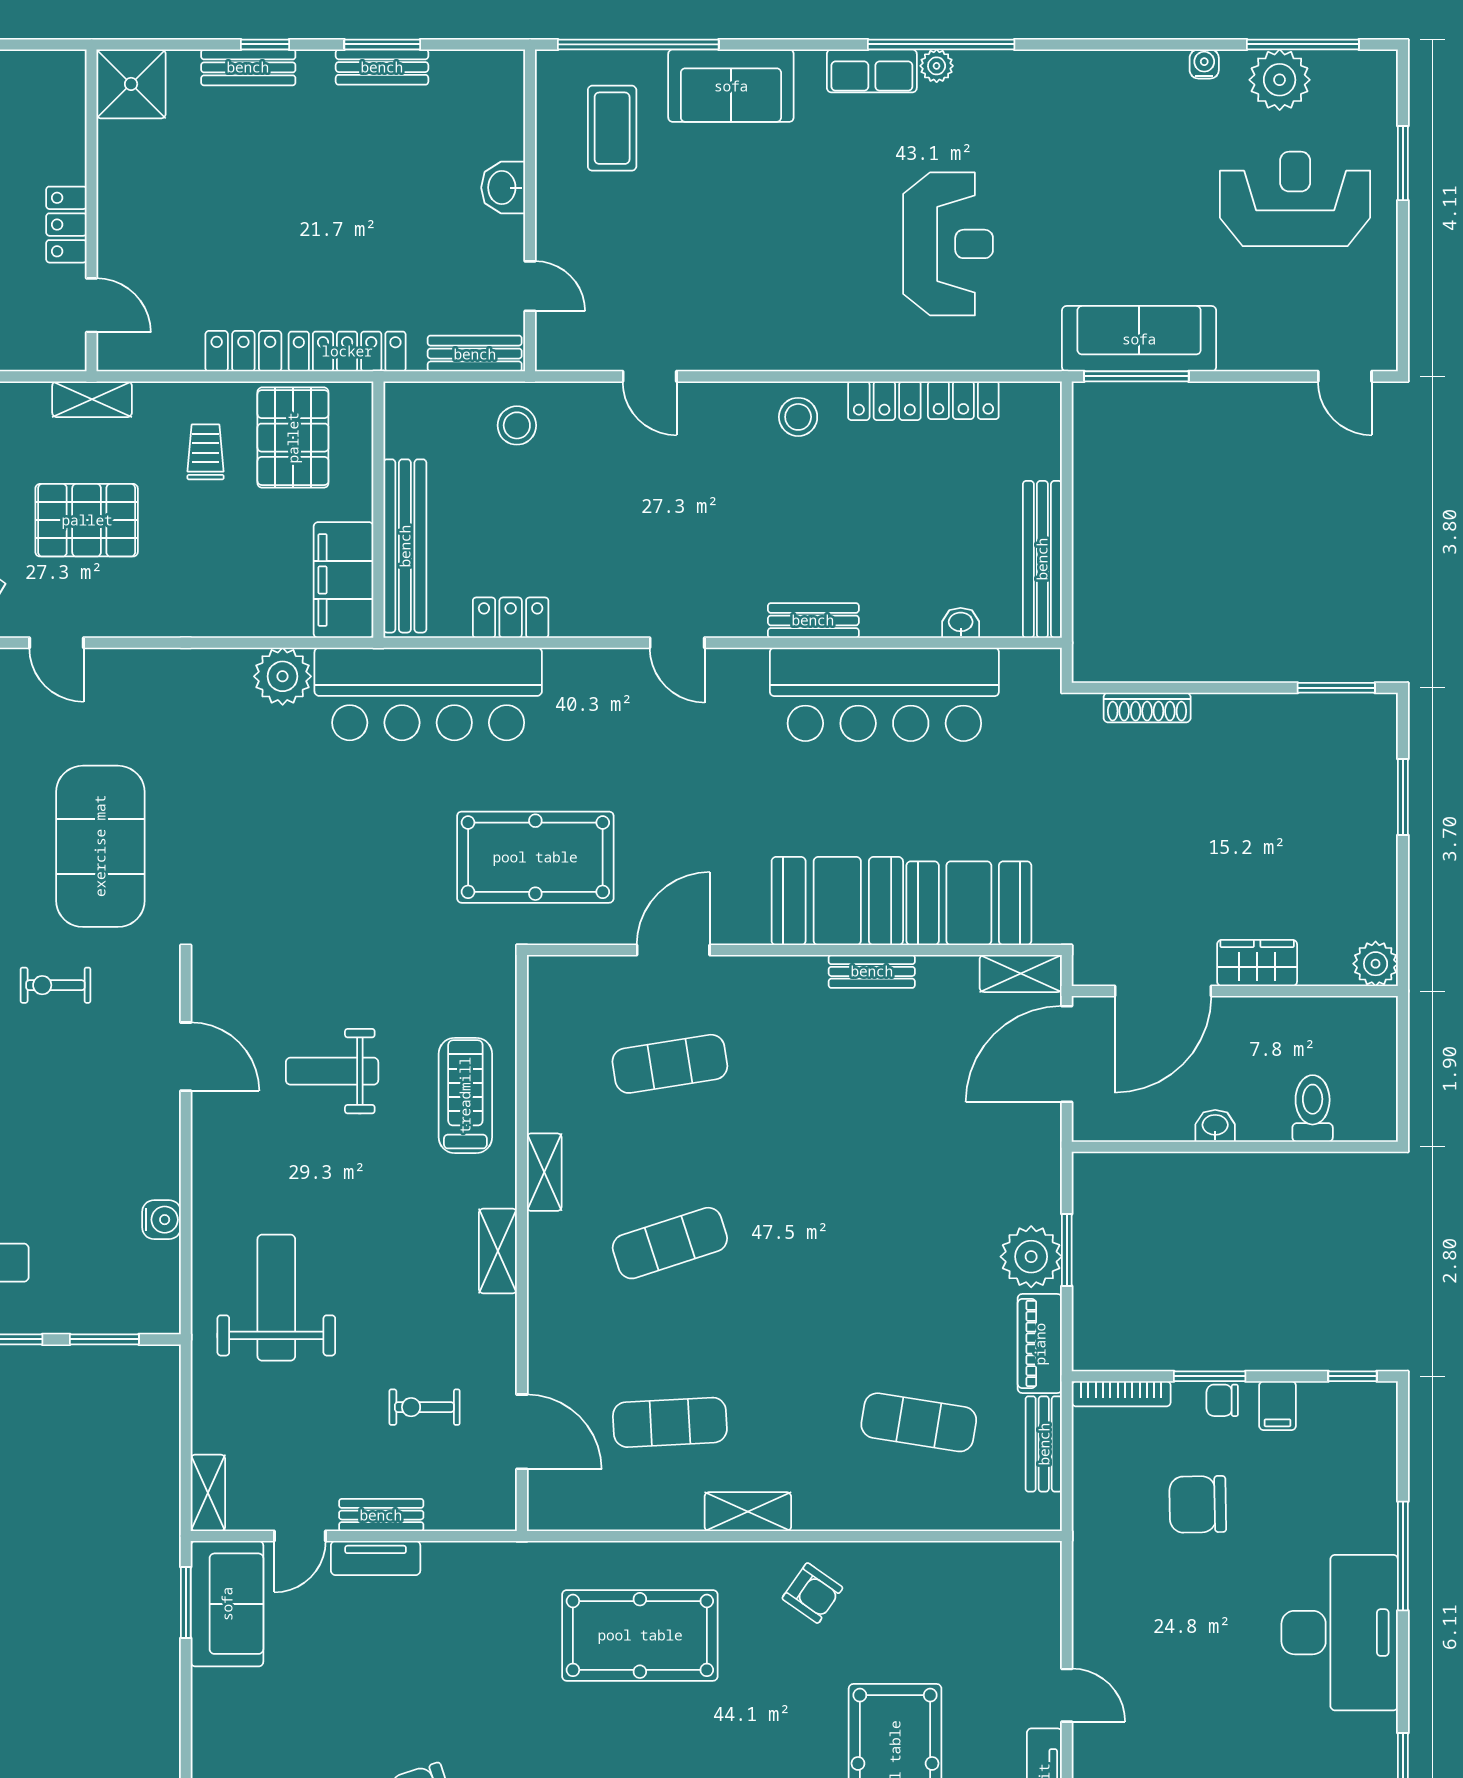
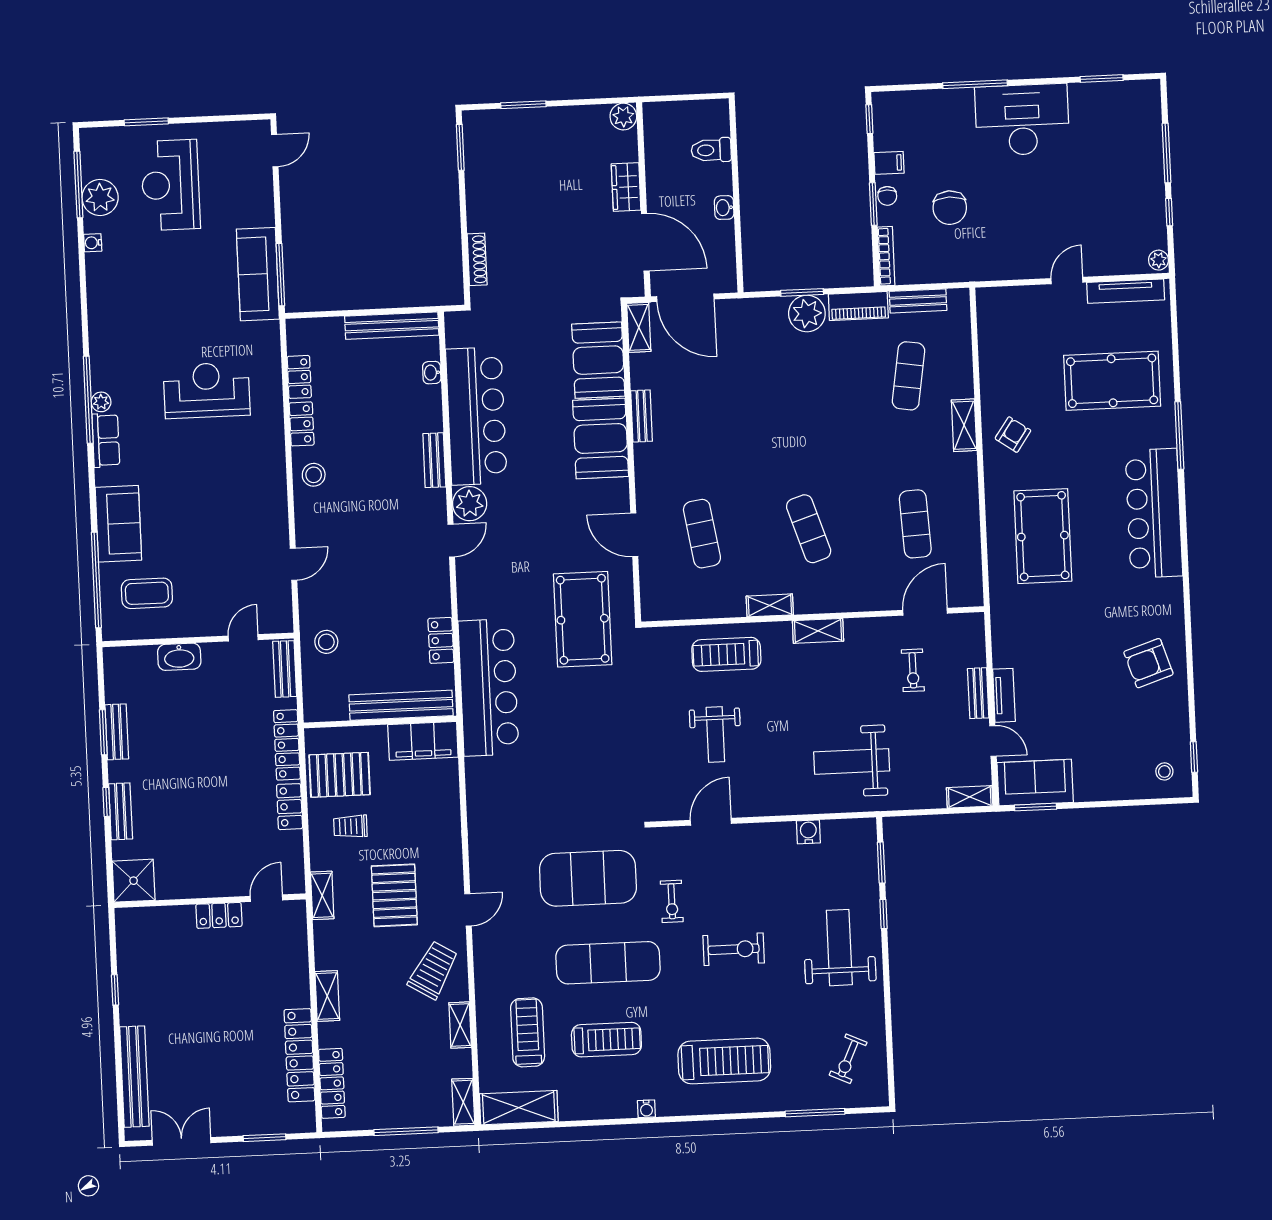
washbasin: (503, 188) -> (179, 657), width x1.38
plant: (283, 676) -> (470, 504), moved
shelving: (748, 1512) -> (964, 425), moved

